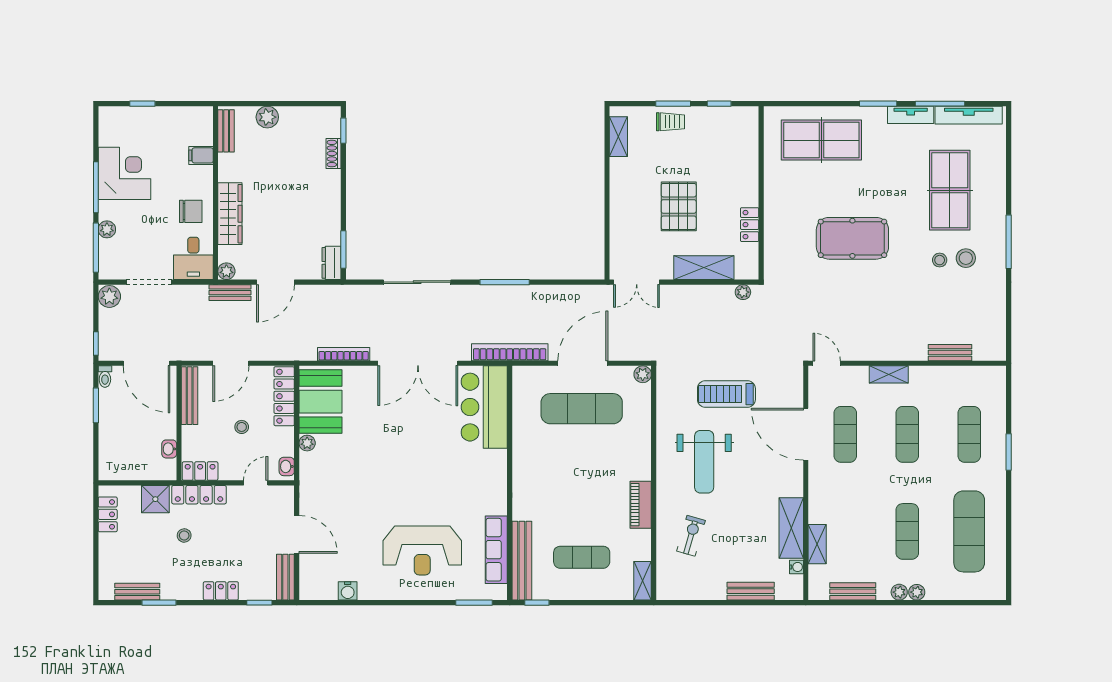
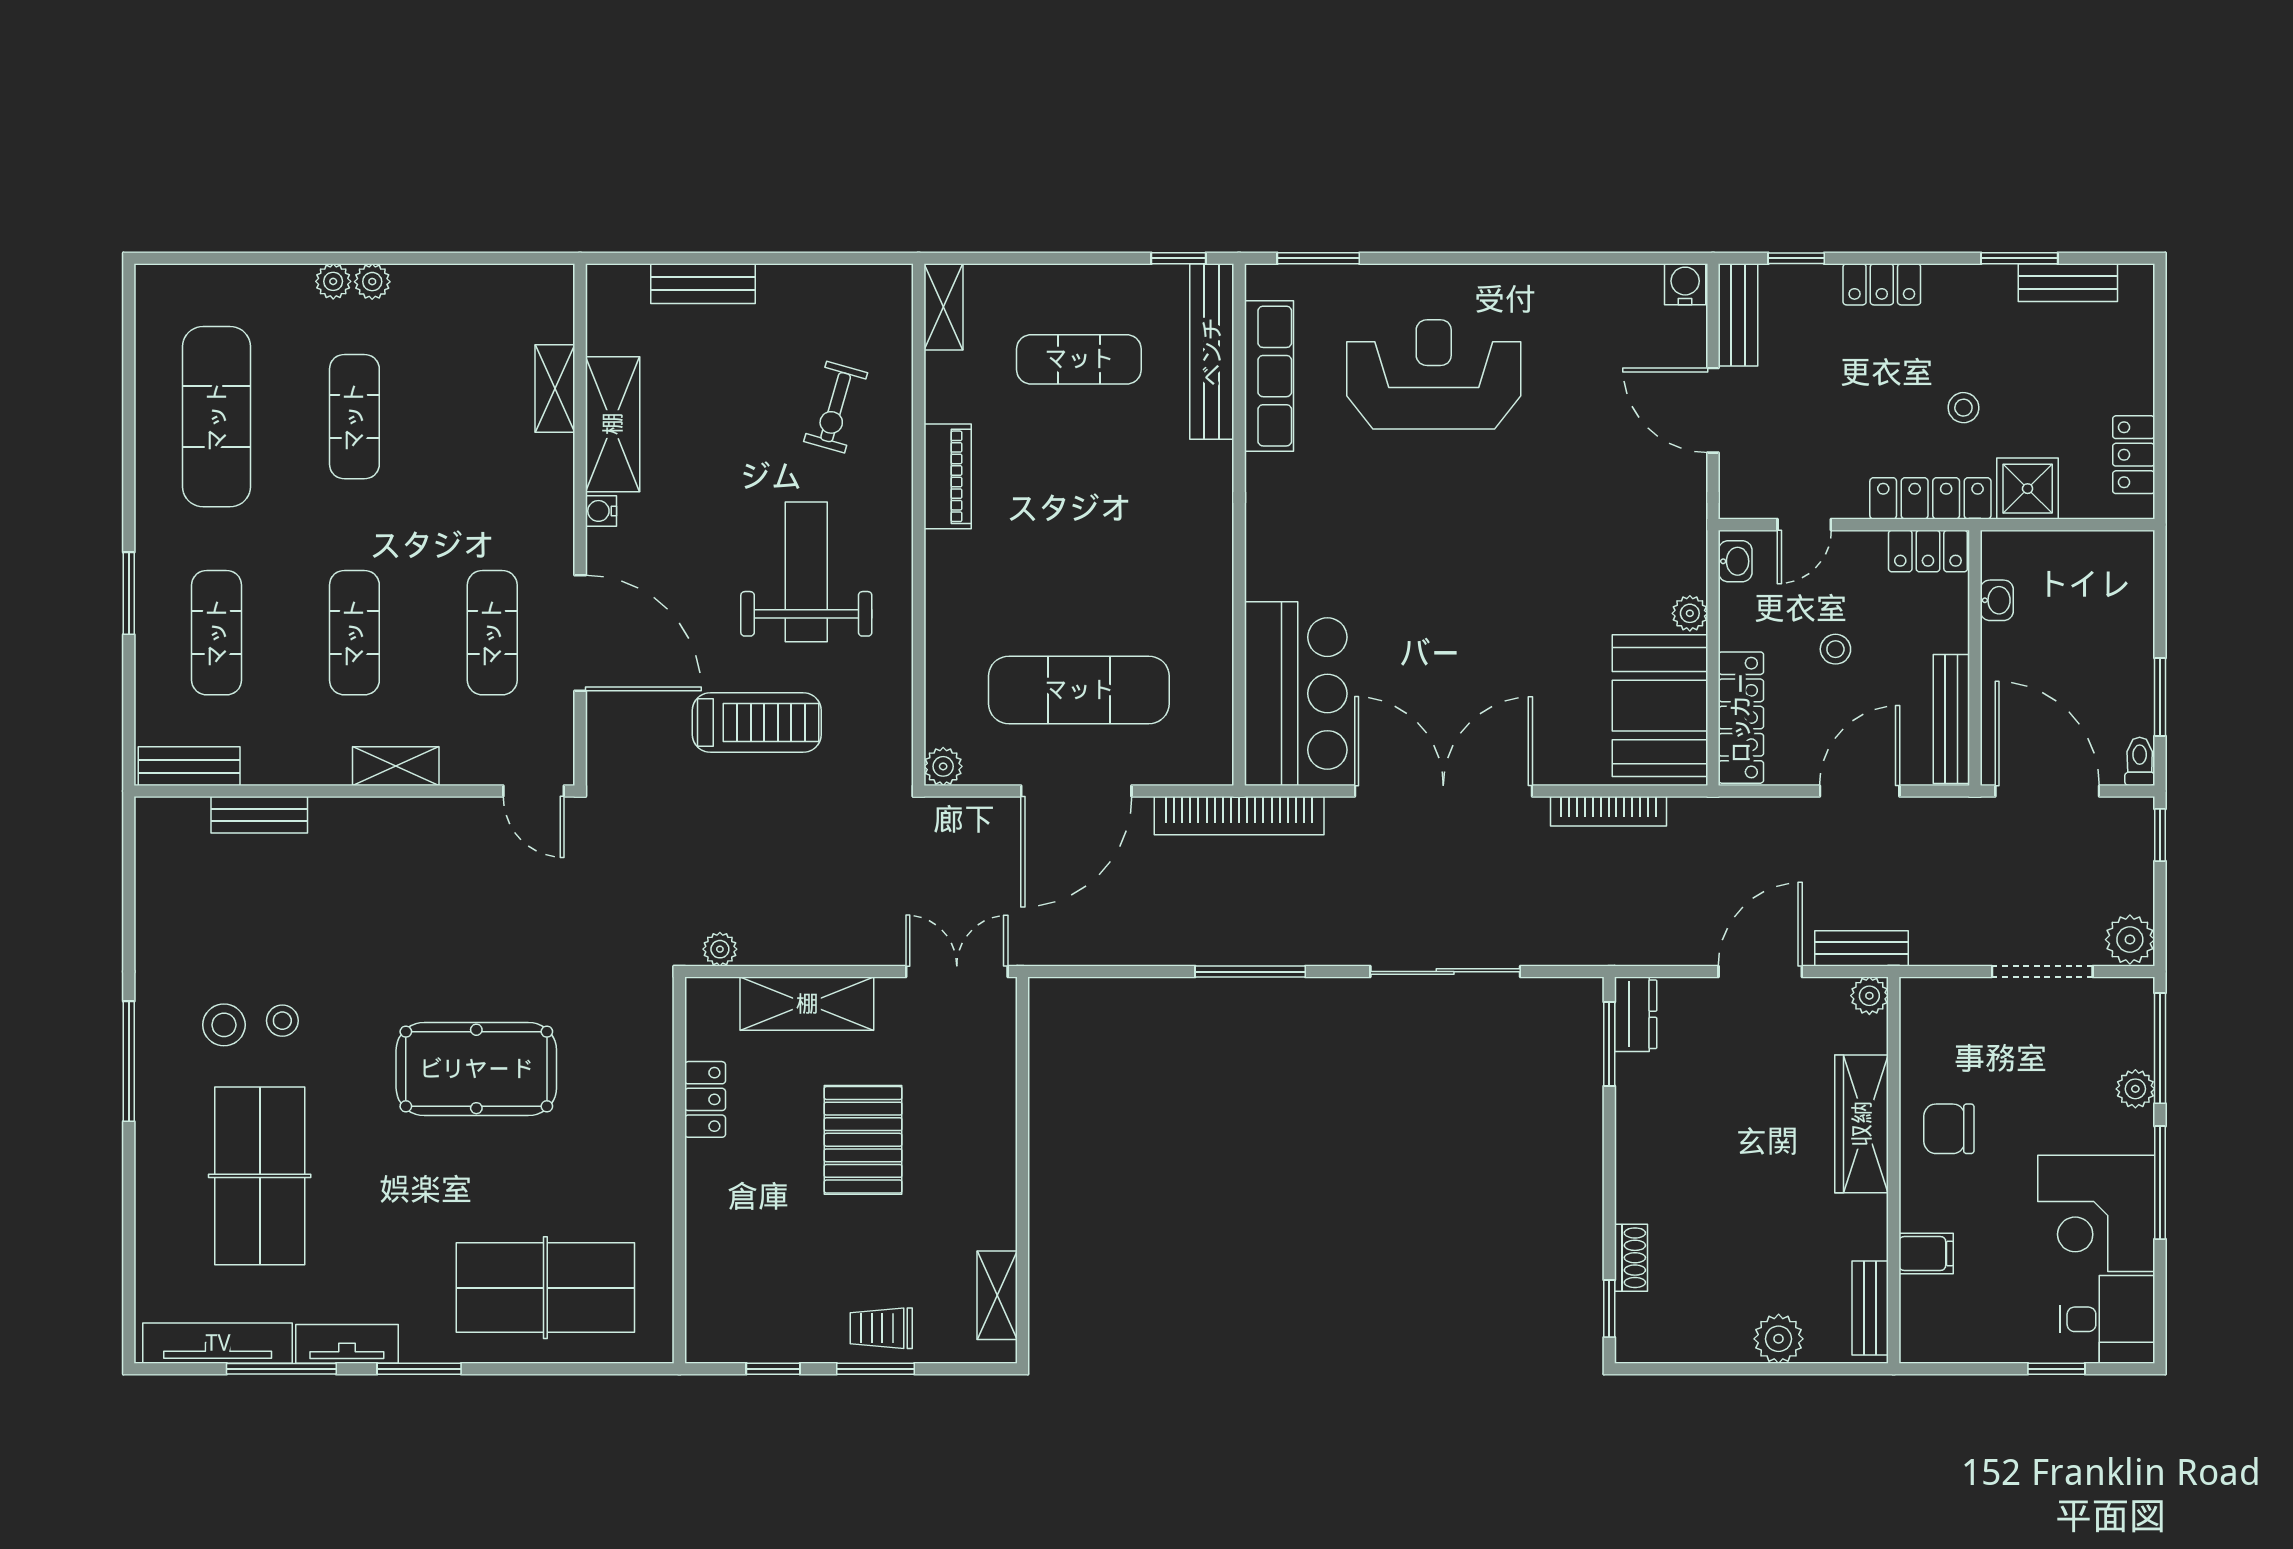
desk: (193, 258) -> (2107, 1319), moved, turned 90
water cooler: (796, 567) -> (601, 511), moved
water cooler: (348, 591) -> (1685, 284), moved
bench: (853, 591) -> (189, 766), moved

